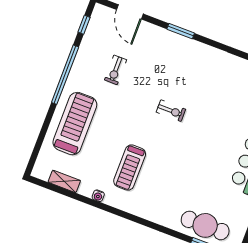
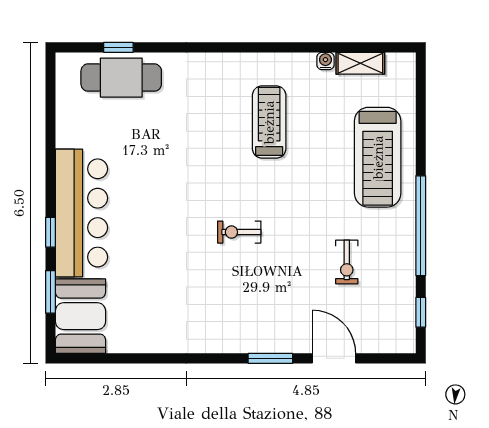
door: (130, 12) -> (334, 358), moved
exercise bike: (116, 70) -> (347, 262), turned 180
water cooler: (98, 196) -> (325, 61), moved

